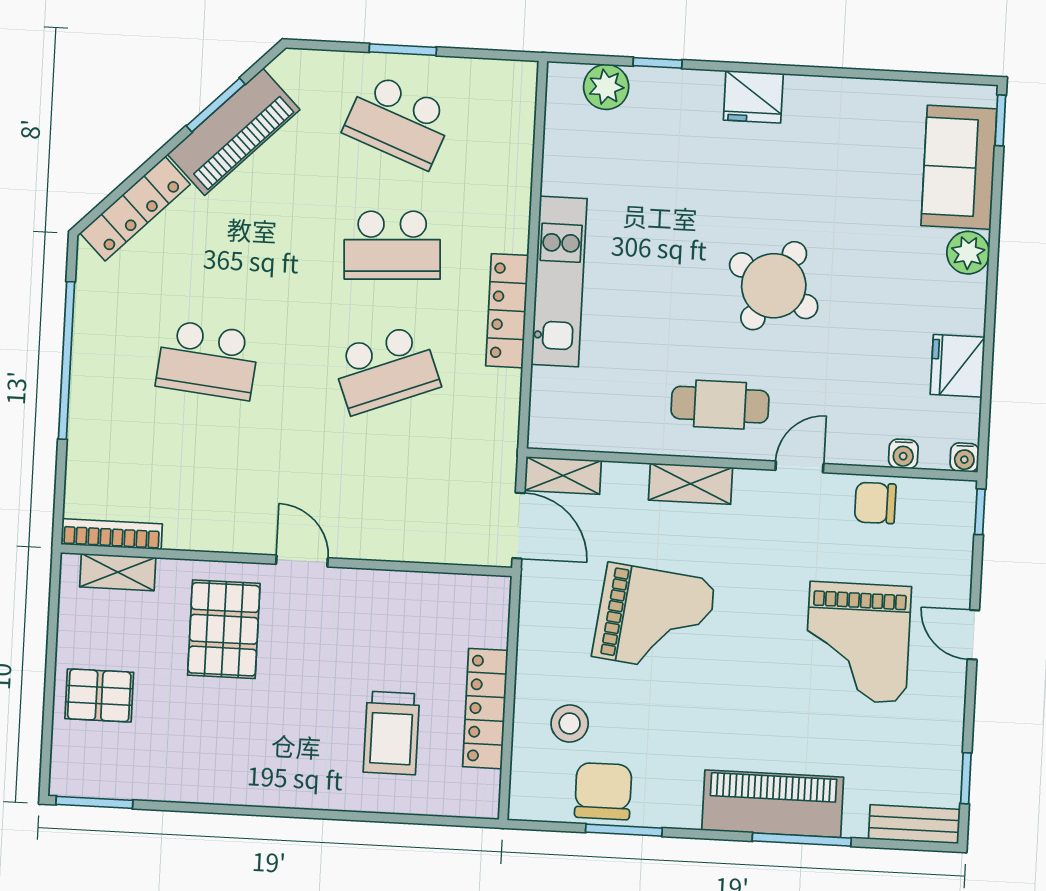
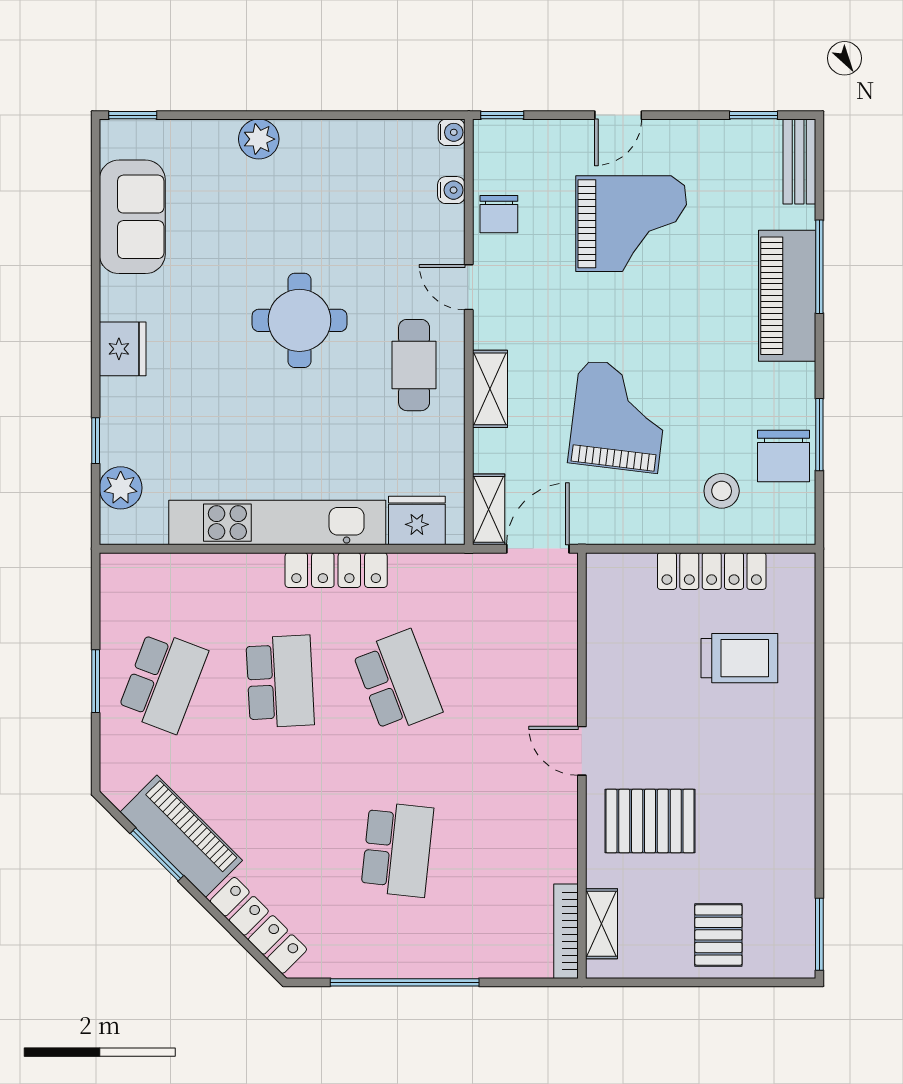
sofa: (959, 167) -> (132, 217), moved, turned -90
kitchen unit: (559, 282) -> (277, 523), width x1.36
round table: (774, 286) -> (299, 320), turned -30
fridge: (958, 366) -> (417, 521), moved, turned 180
door: (302, 561) -> (582, 751), hinge flipped
chair: (603, 791) -> (784, 456), turned -90

